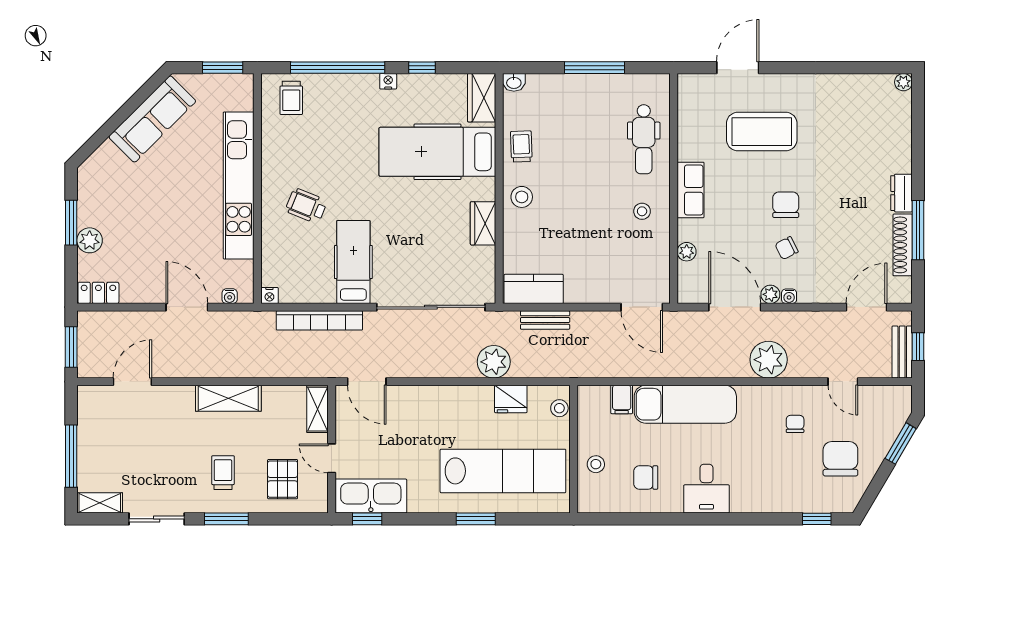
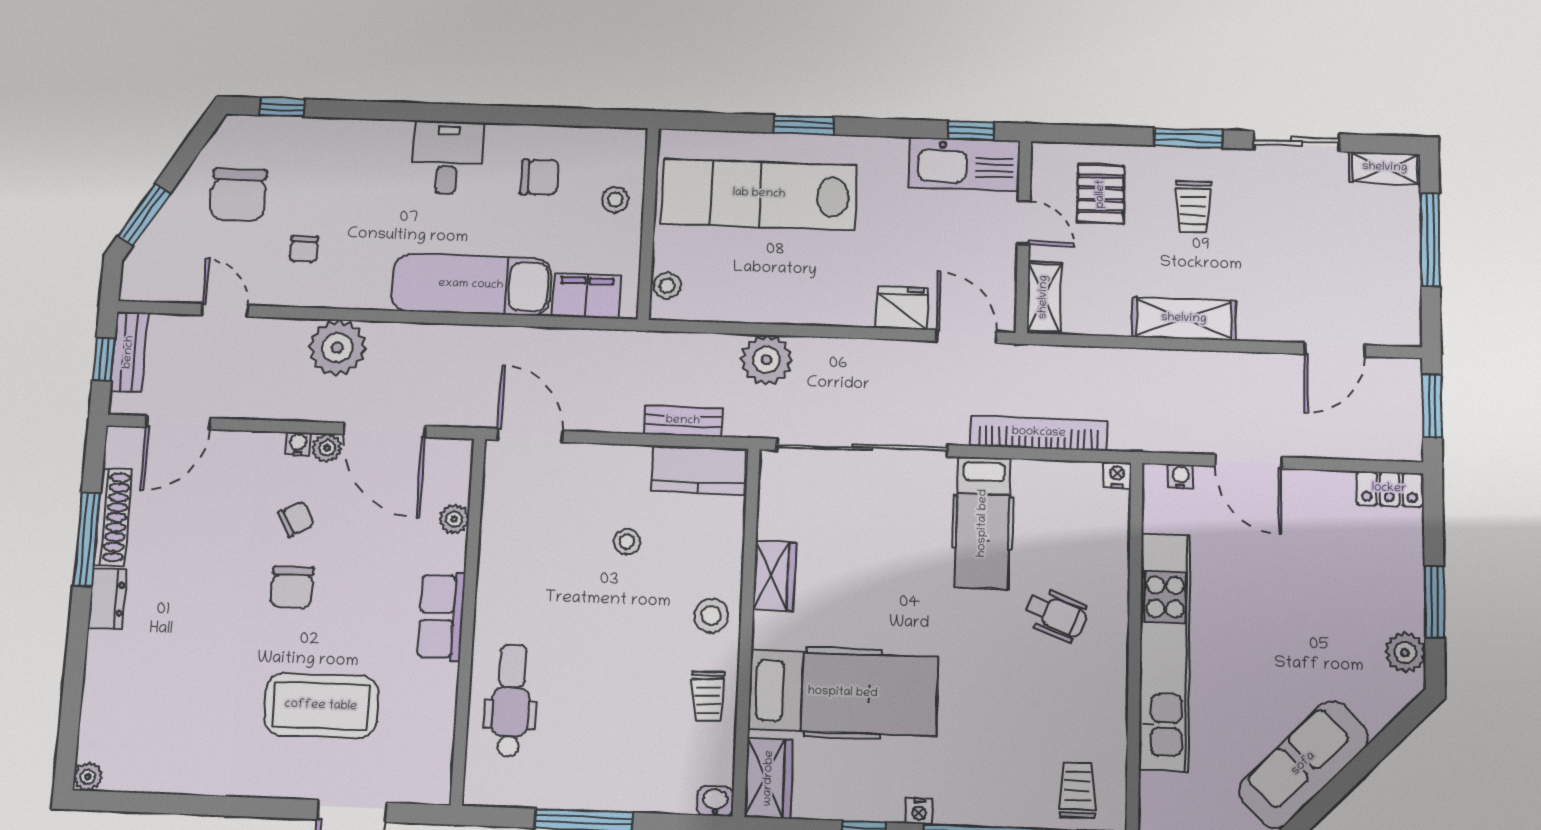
stool: (642, 211) -> (627, 542), moved
plant: (90, 240) -> (1405, 652), moved
fridge: (511, 399) -> (902, 308), moved
filing cabinet: (622, 400) -> (586, 296), width x2.00

